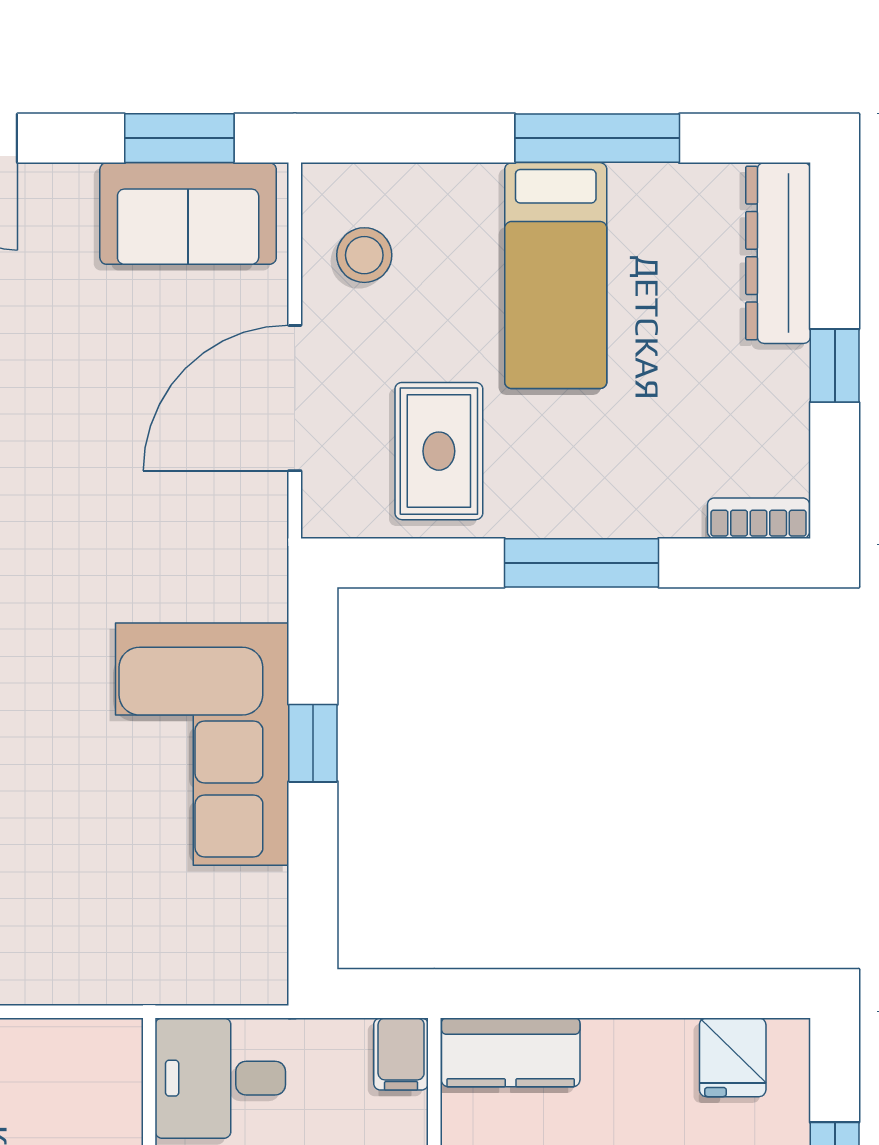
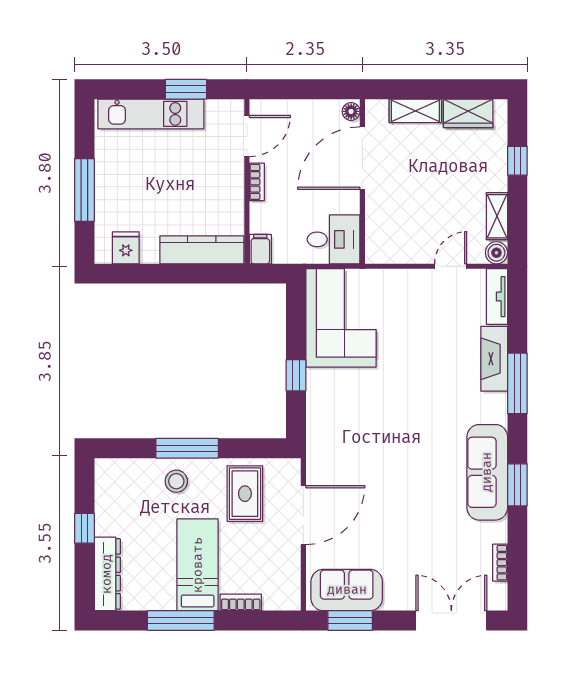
stool: (364, 255) -> (176, 481), moved
bookcase: (759, 518) -> (241, 602), moved, turned 180
corner sofa: (202, 744) -> (341, 318), moved
kitchen counter: (511, 1052) -> (202, 250), width x1.50

